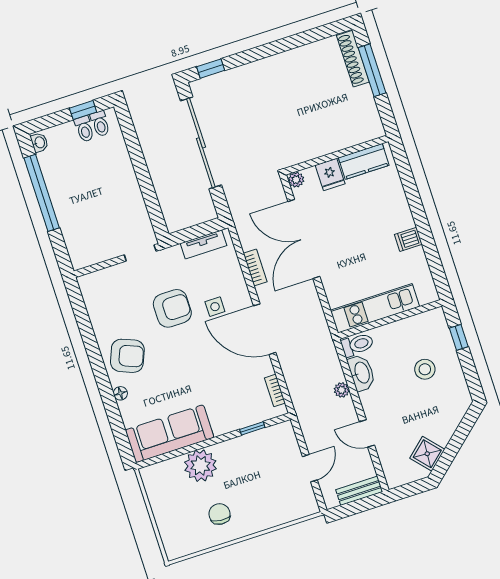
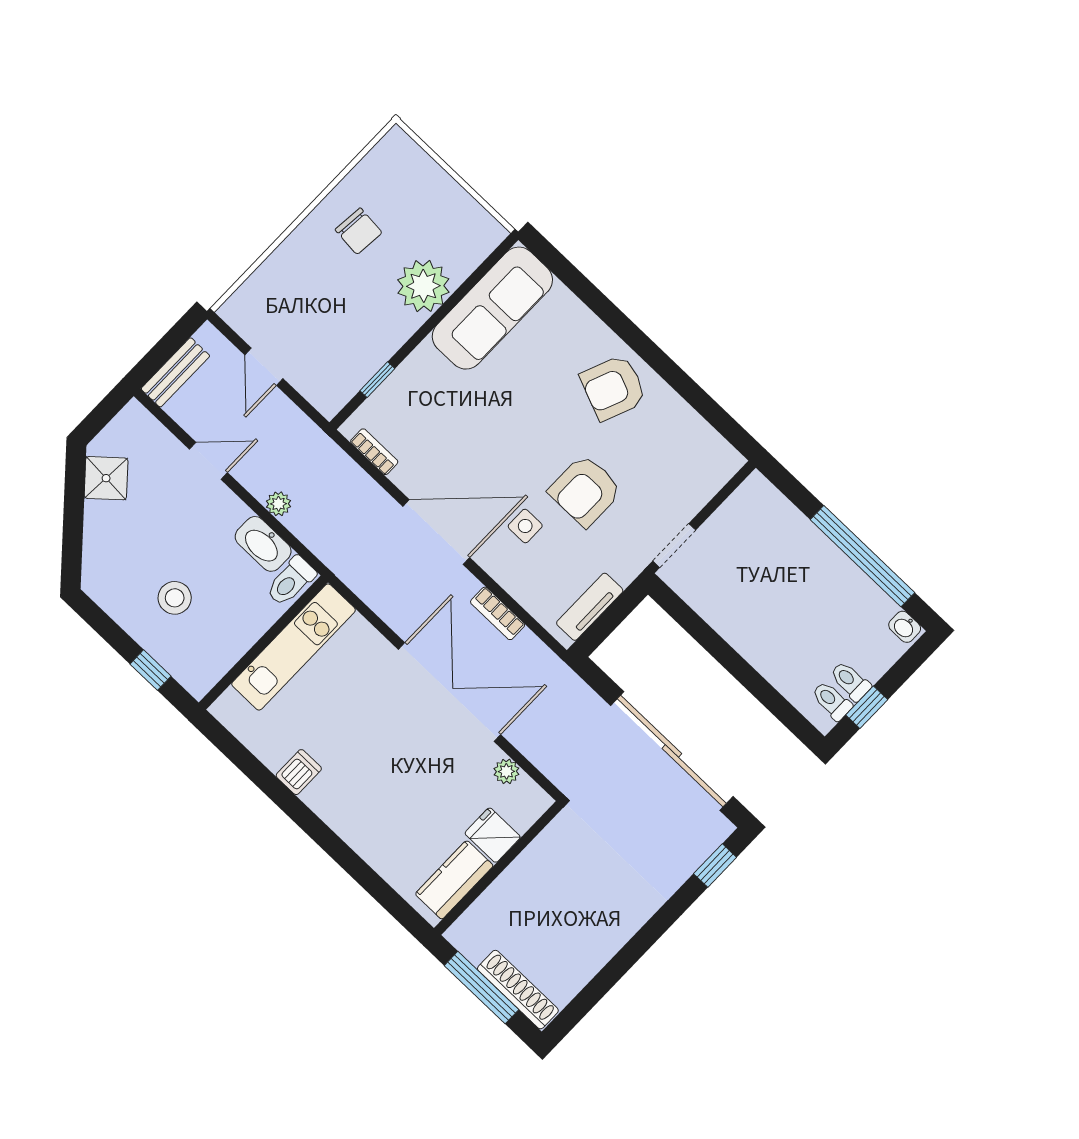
wall: (336, 155) -> (498, 868), moved
kitchen counter: (364, 161) -> (454, 880), moved
fridge: (330, 174) -> (493, 835), moved
floor lamp: (120, 393) -> (594, 328), removed

